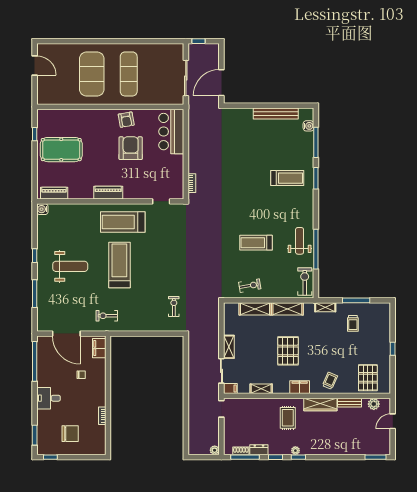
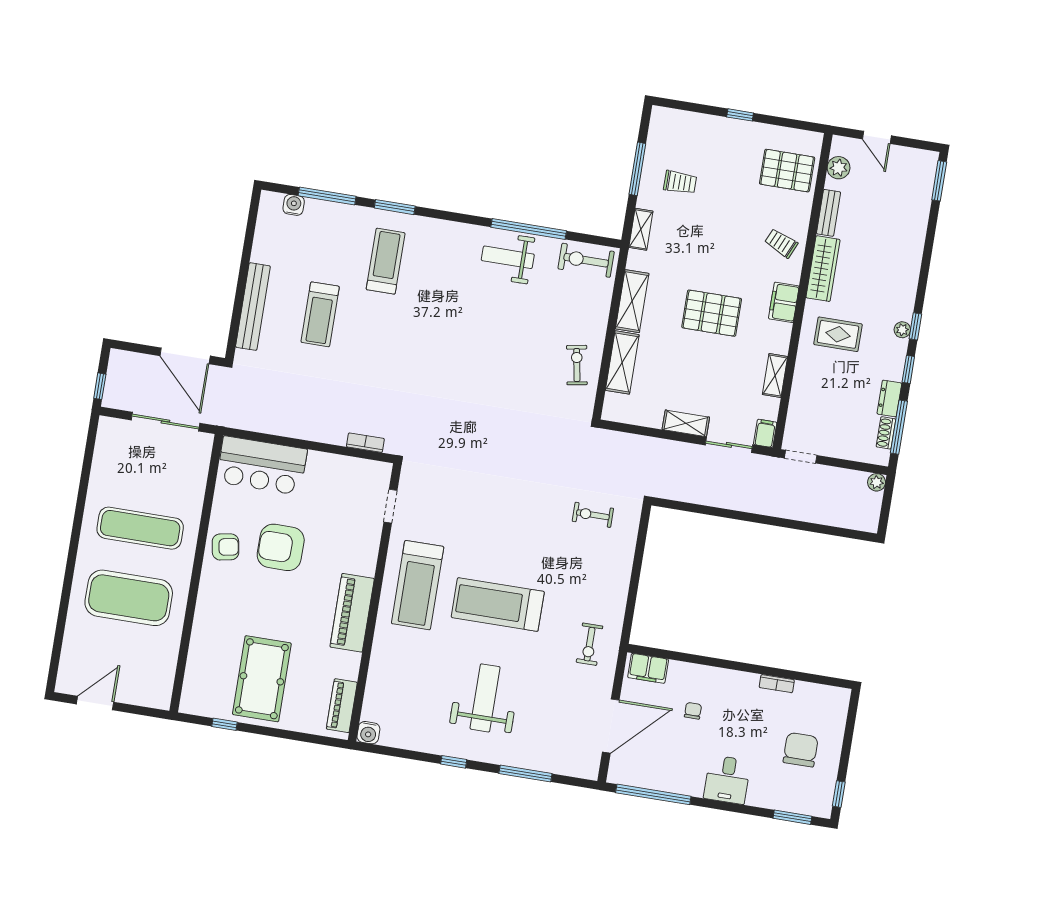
bench: (276, 113) -> (253, 307), moved
piano: (108, 193) -> (352, 613), width x1.37, depth x1.33
treadmill: (256, 243) -> (320, 314), moved

